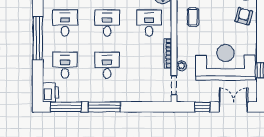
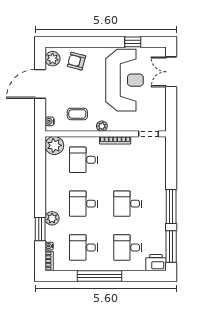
reception desk: (225, 62) -> (125, 80), turned 180
plant: (181, 66) -> (102, 126), moved
window: (202, 107) -> (171, 104), removed

